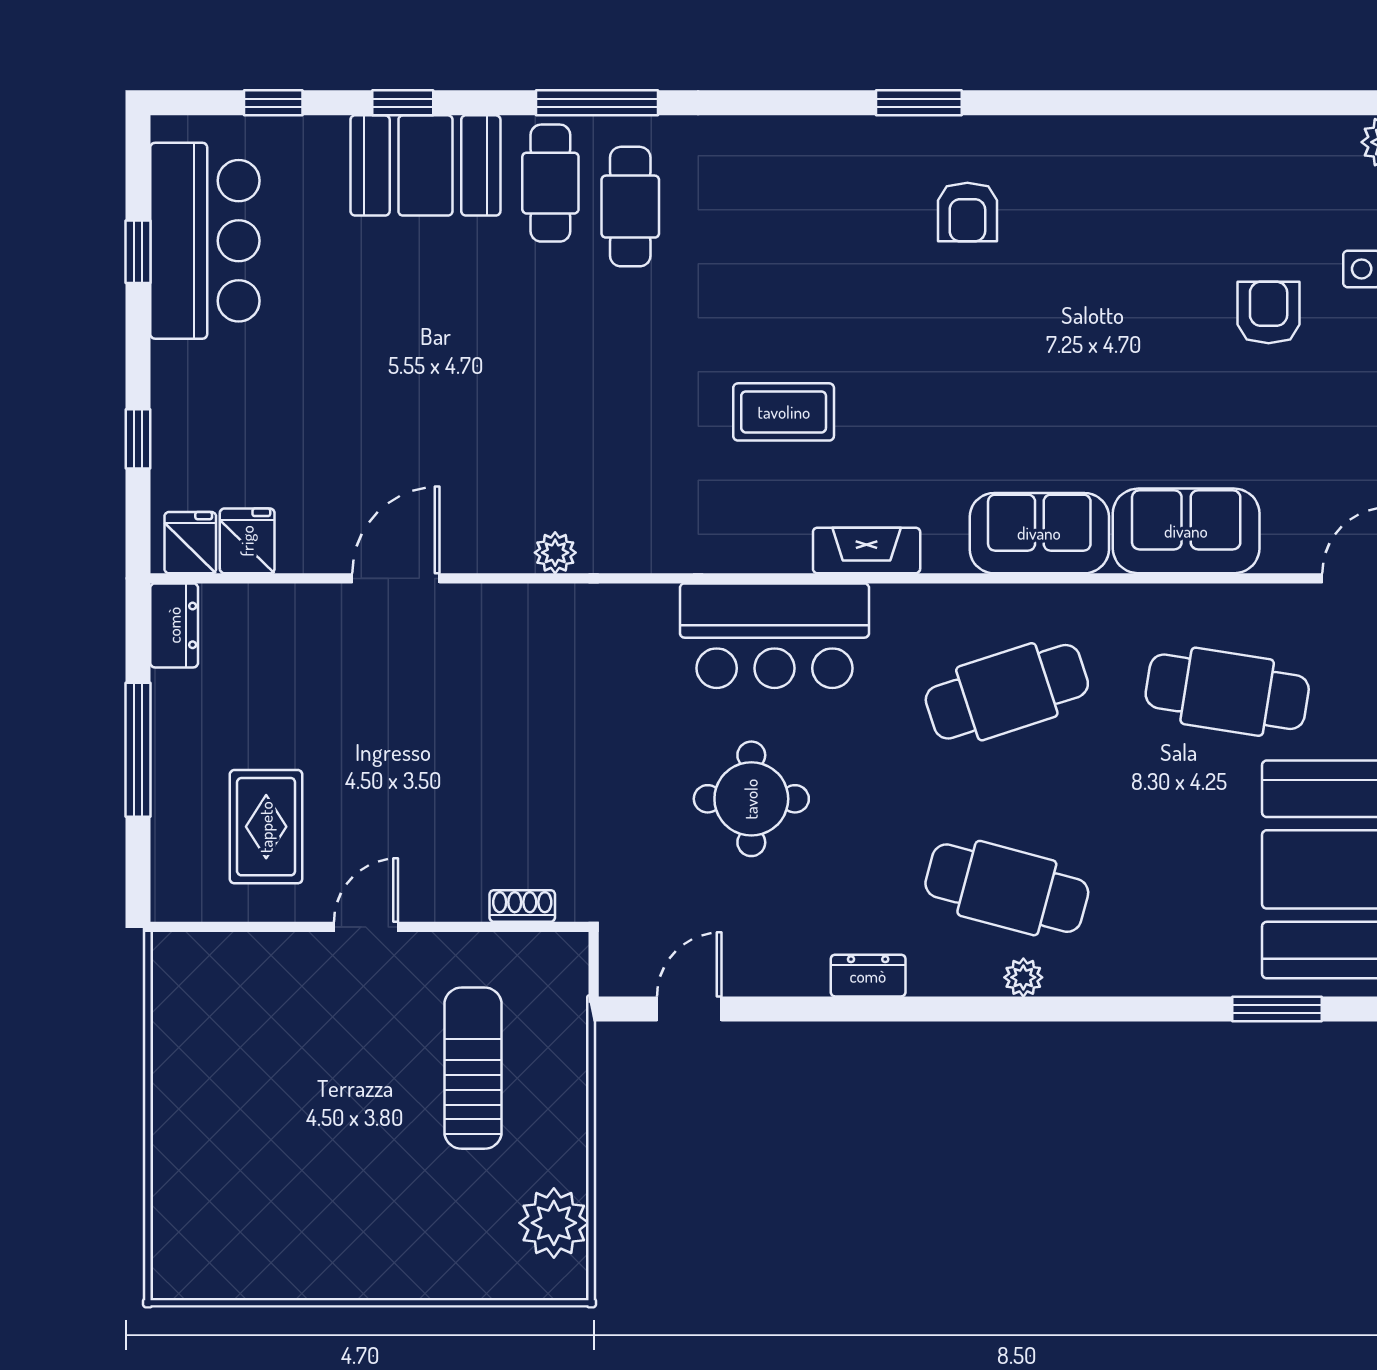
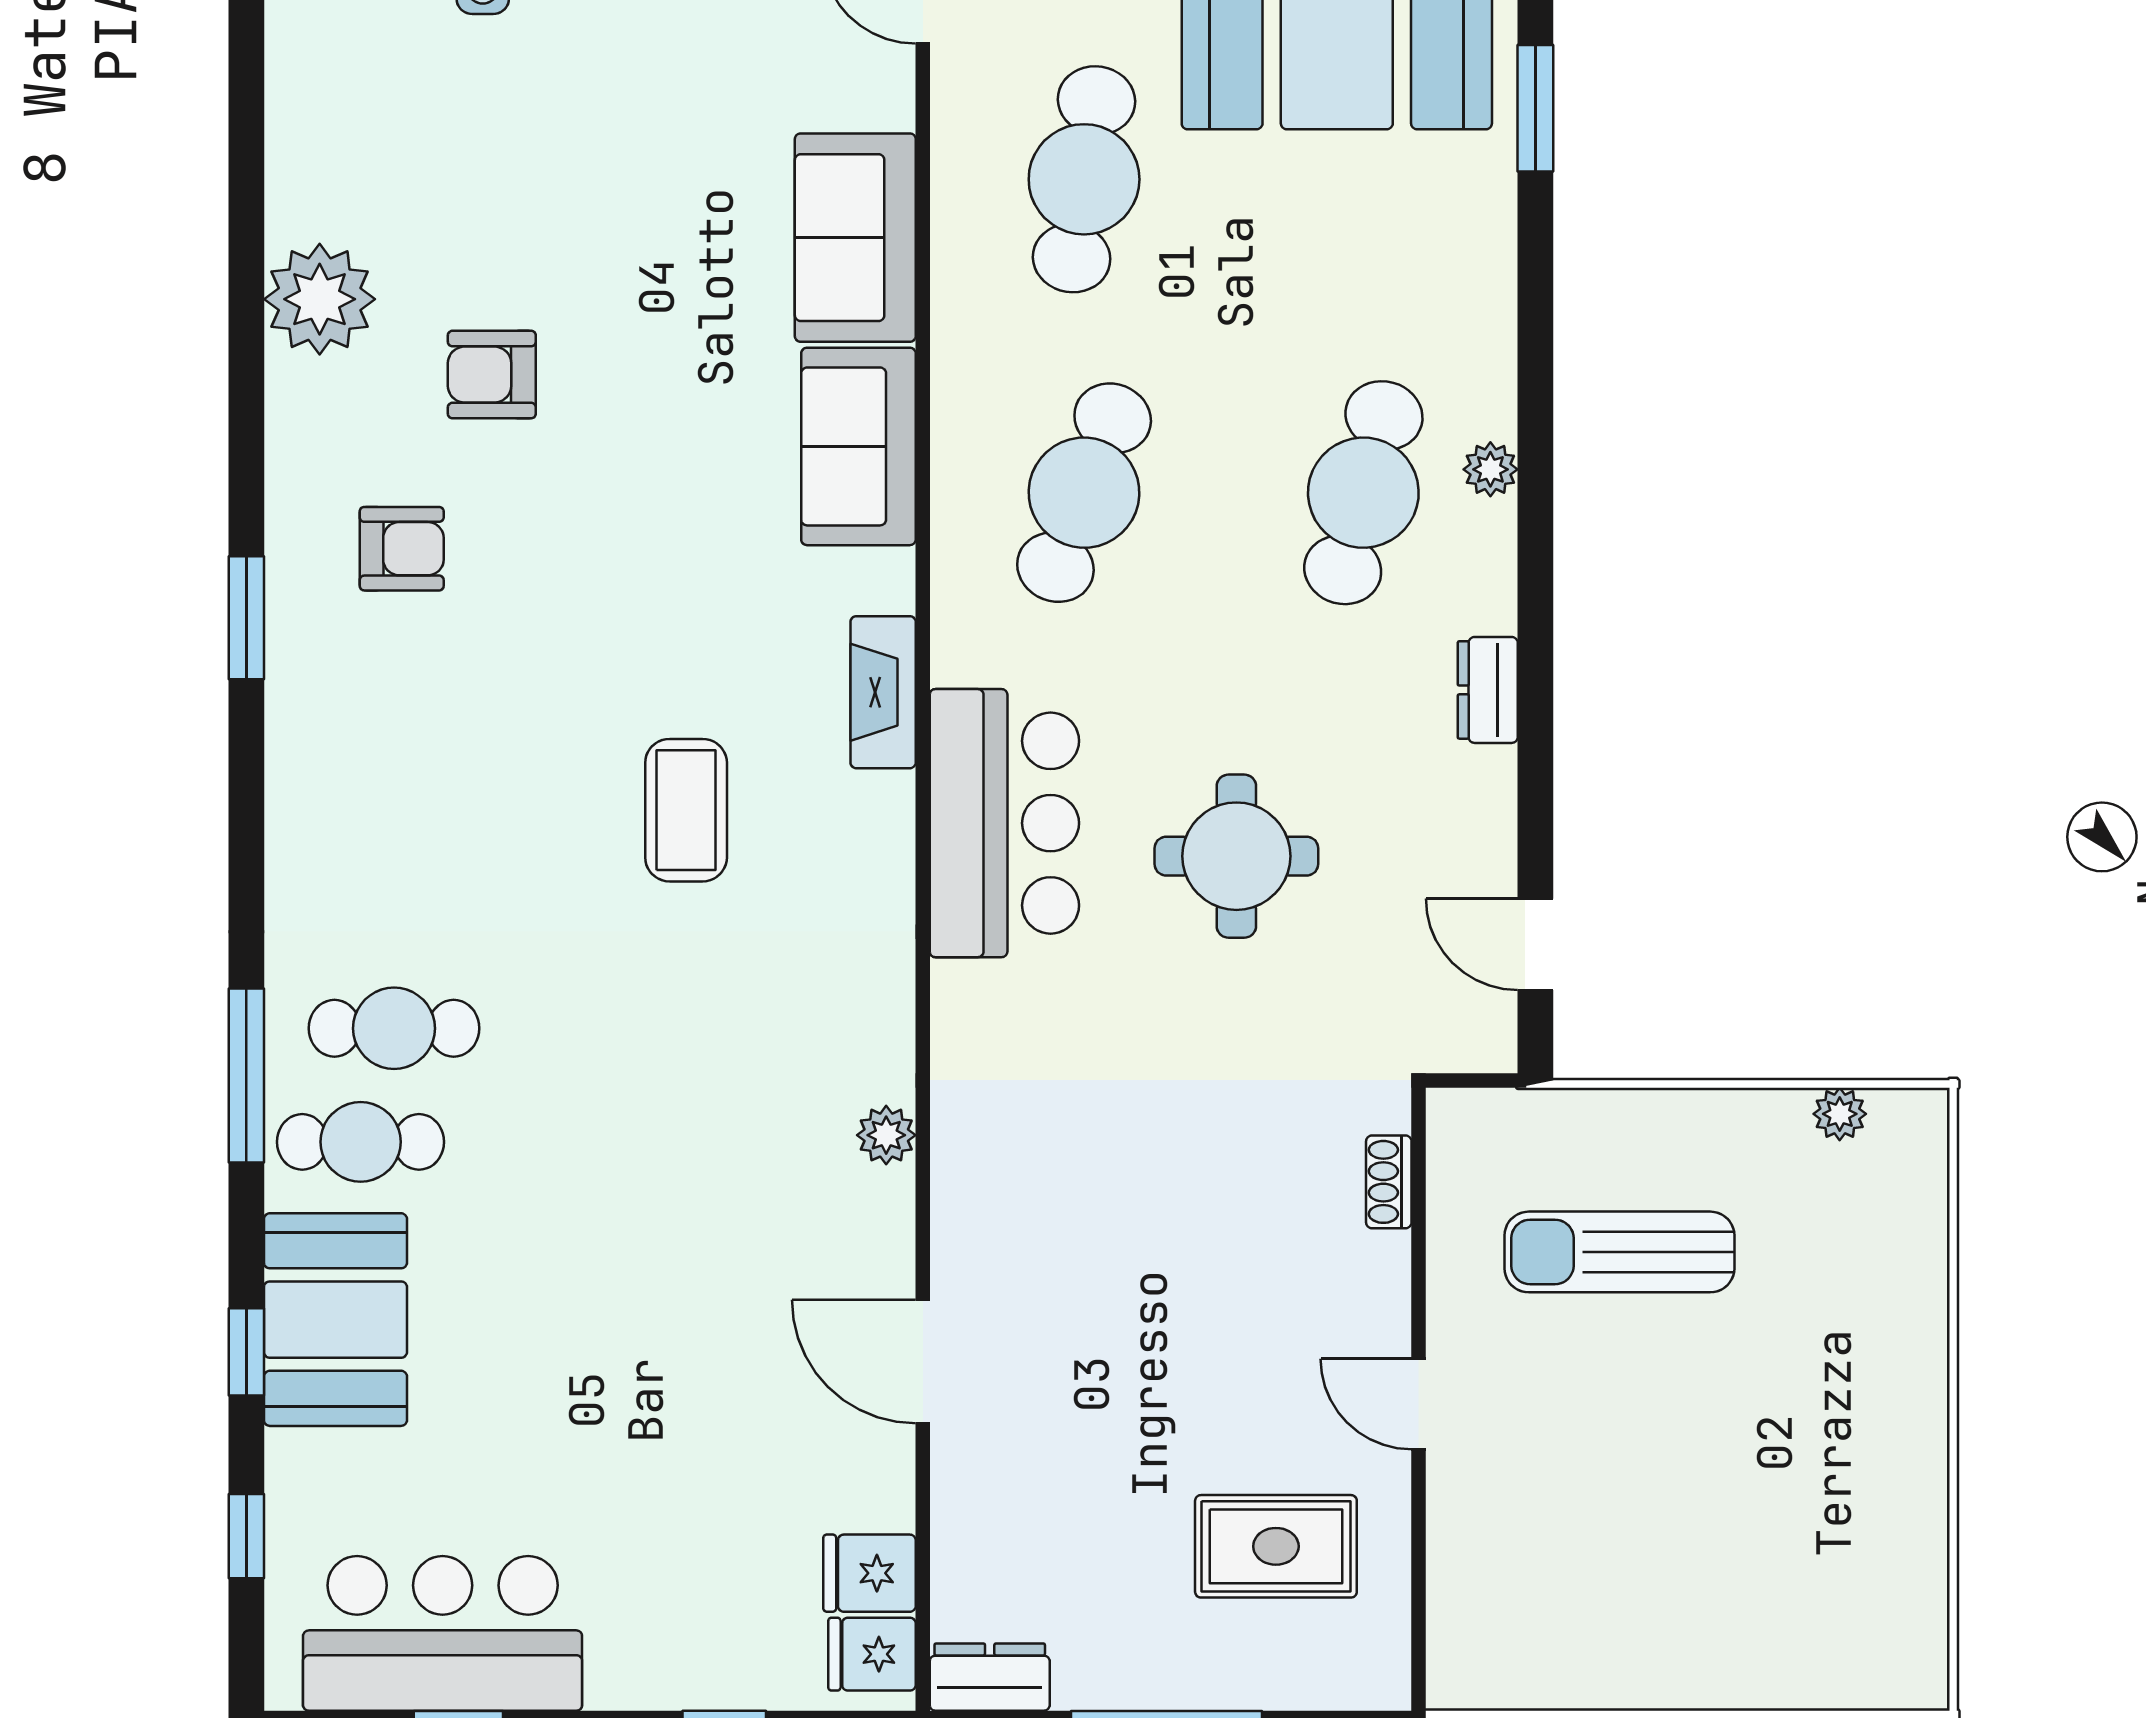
plant: (1143, 154) -> (320, 299), added
armchair: (1269, 312) -> (492, 375), moved
cafe table: (1007, 692) -> (1084, 493), turned 39
plant: (554, 1223) -> (1840, 1114), width x0.53, depth x0.53

